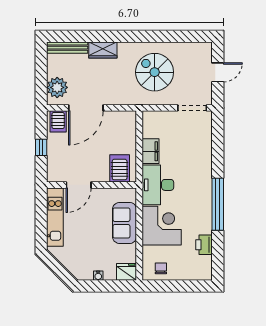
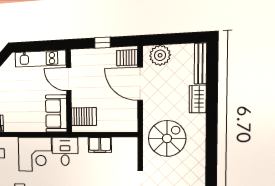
spiral stairs: (155, 72) -> (167, 138), moved
desk: (158, 185) -> (65, 151), width x0.73
sofa: (125, 223) -> (56, 114), moved, turned -90

